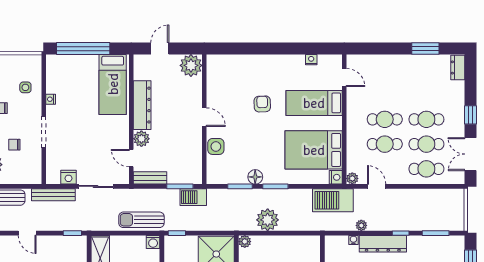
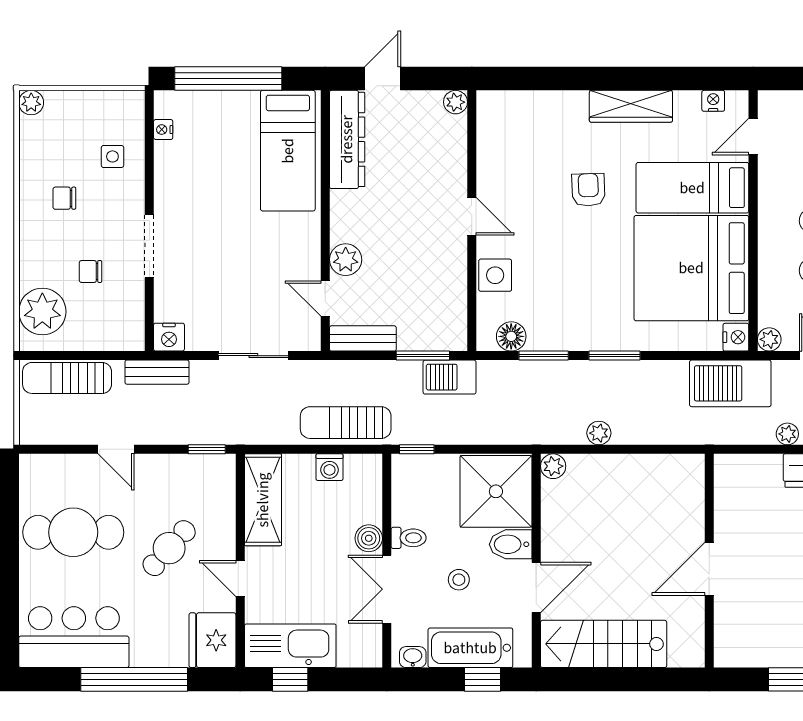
nightstand: (311, 60) -> (713, 101), moved
wardrobe: (283, 62) -> (631, 106), added
plant: (191, 65) -> (455, 102), width x0.53, depth x0.53
door: (344, 78) -> (753, 137), swing flipped
nightstand: (51, 99) -> (163, 130), moved
dresser: (142, 105) -> (347, 139), moved
bed: (314, 150) -> (691, 268), width x1.36
nightstand: (69, 177) -> (169, 337), moved
floor lamp: (255, 177) -> (511, 336), moved
bench: (53, 195) -> (157, 372), width x0.73
plant: (268, 220) -> (599, 433), width x0.53, depth x0.53
water cooler: (353, 240) -> (772, 463), removed
washing machine: (153, 242) -> (329, 467), moved

